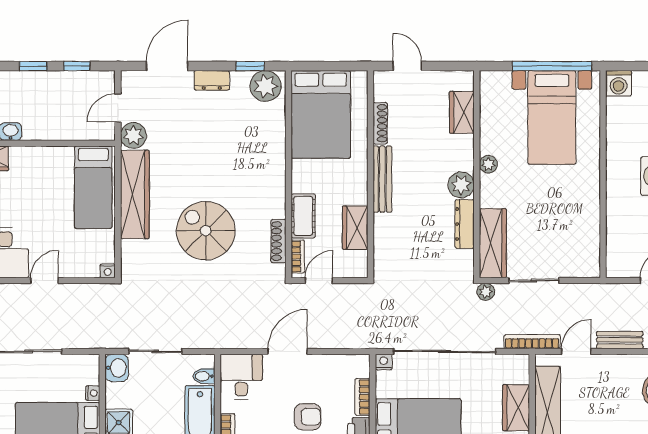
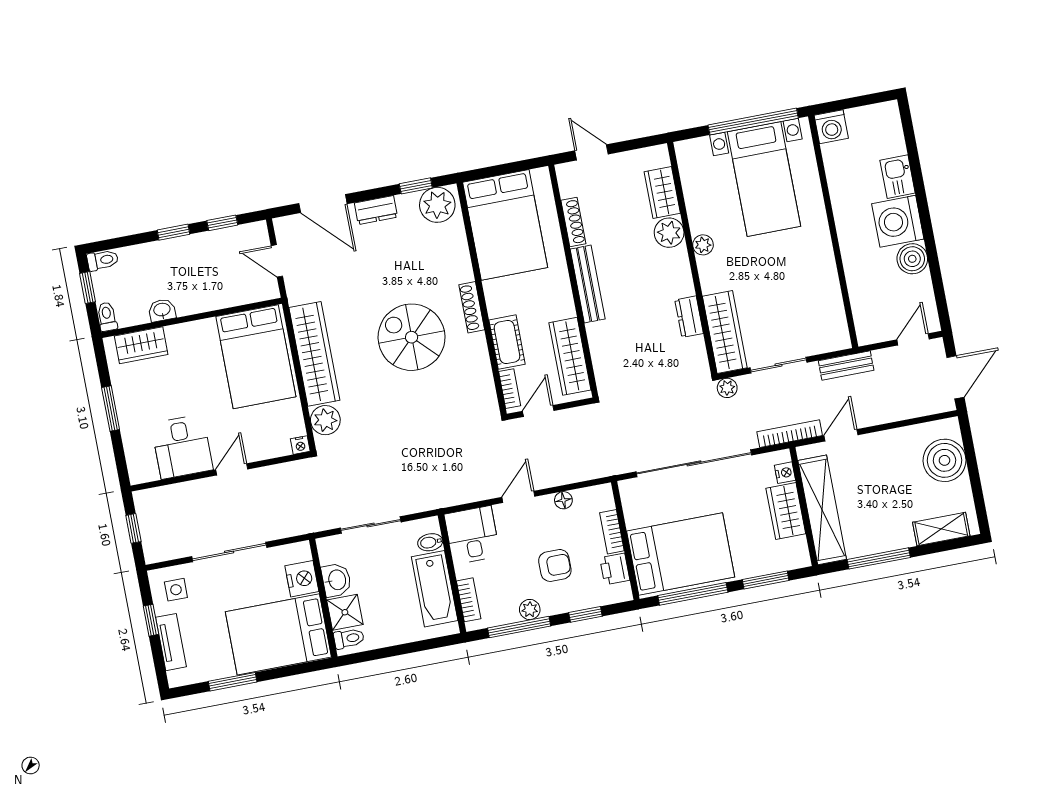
door: (167, 66) -> (323, 204), swing flipped
door: (118, 108) -> (277, 261), hinge flipped
plant: (133, 135) -> (325, 420), moved
plant: (461, 185) -> (669, 233), moved
bed: (93, 187) -> (256, 357), width x1.50
dresser: (465, 224) -> (689, 317), width x0.70
wardrobe: (355, 228) -> (570, 356), width x1.50
spiral stairs: (206, 231) -> (412, 337), moved
shoe rack: (278, 241) -> (472, 307), moved
bench: (620, 340) -> (846, 366), moved
door: (287, 351) -> (518, 497), width x0.73
floor lamp: (326, 362) -> (563, 500), added
nightstand: (384, 362) -> (785, 473), moved, turned 90
washbasin: (117, 368) -> (336, 580), moved
nightstand: (93, 393) -> (302, 579), width x1.89, depth x1.79

